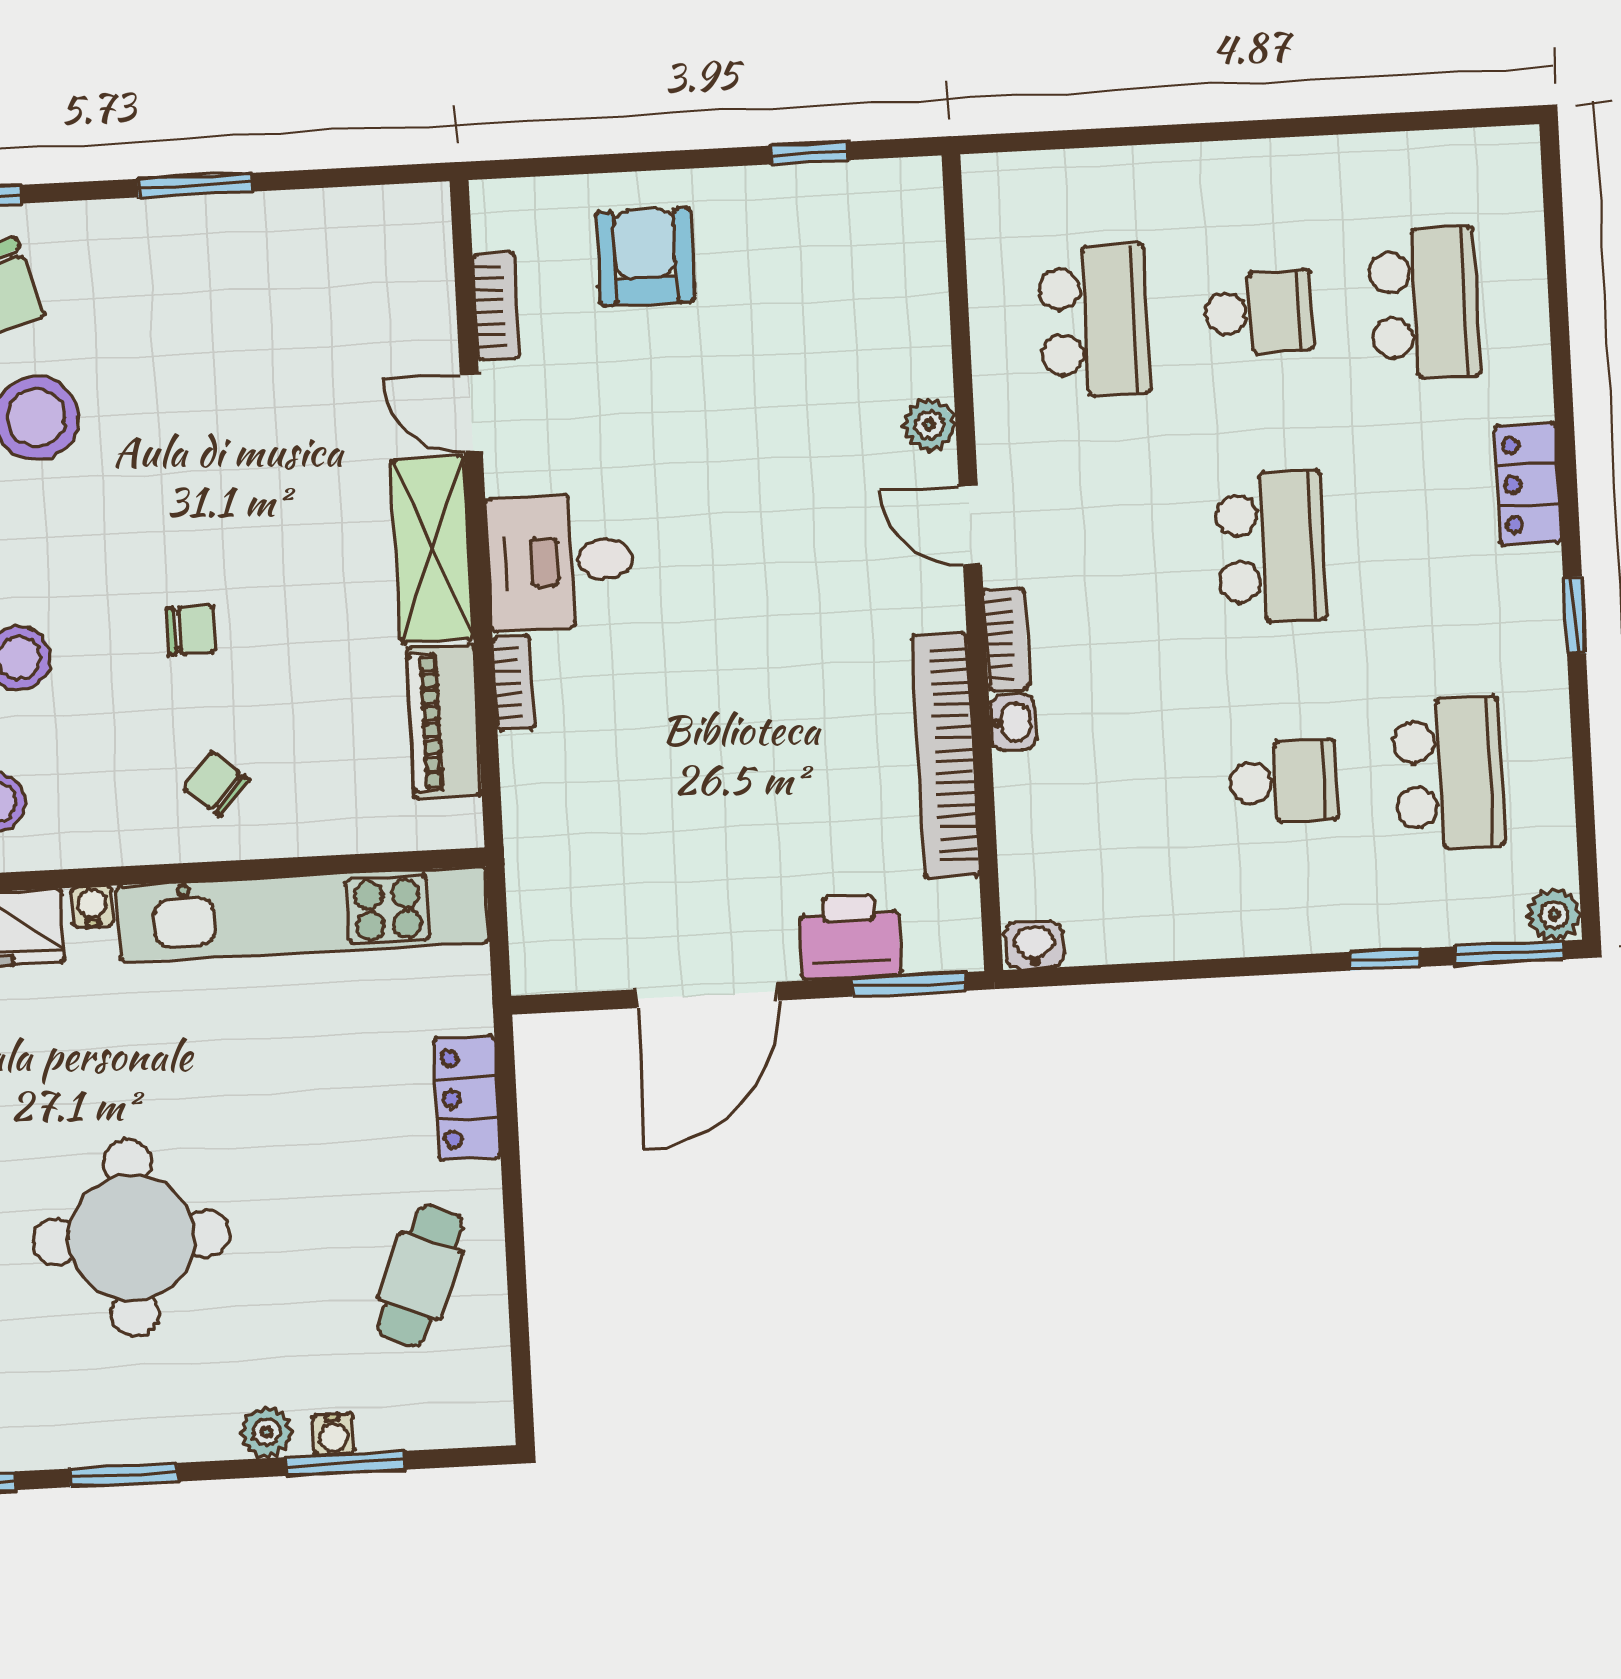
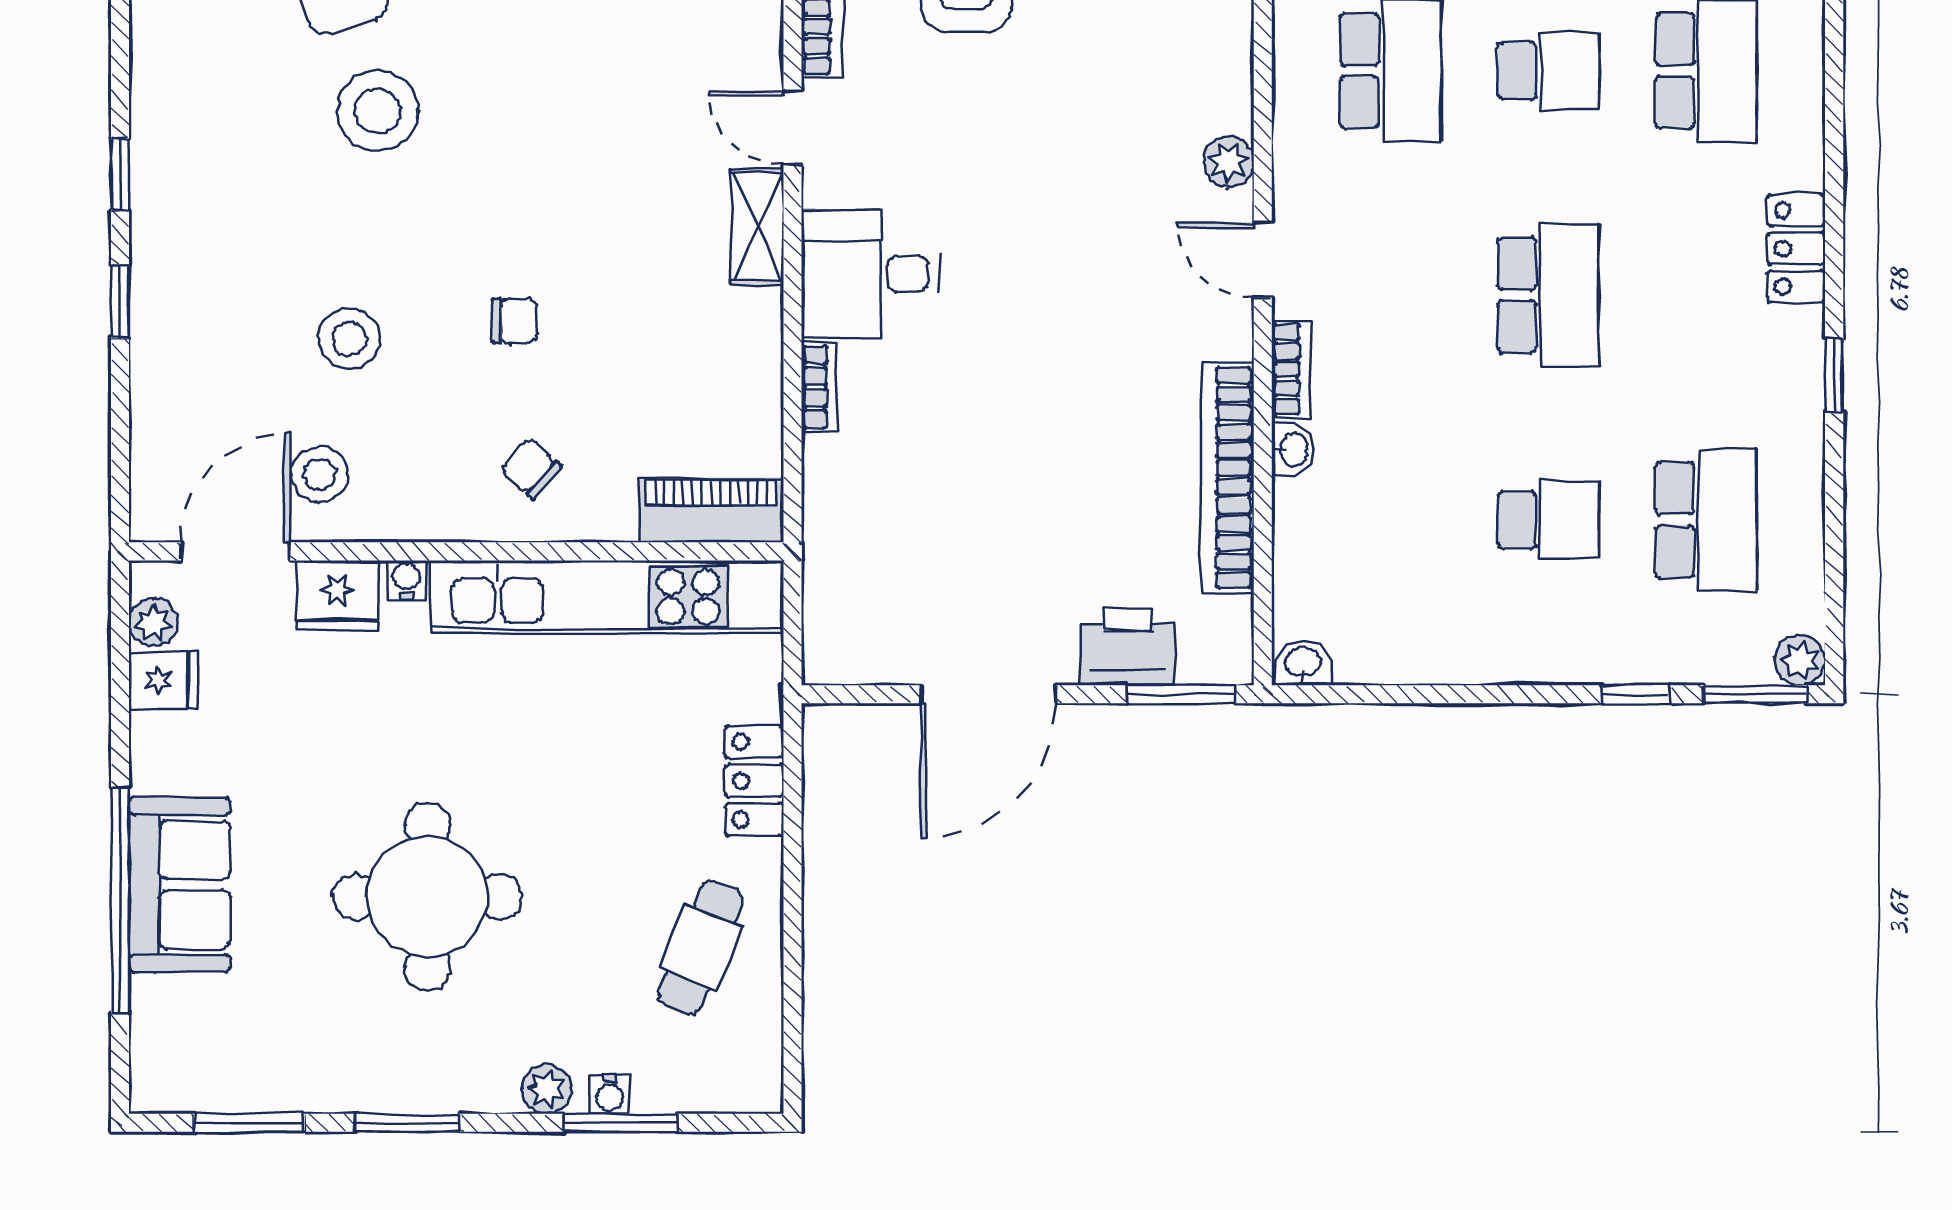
shelving: (432, 549) -> (757, 226), width x0.67, depth x0.75
piano: (444, 721) -> (711, 510), moved, turned 90

